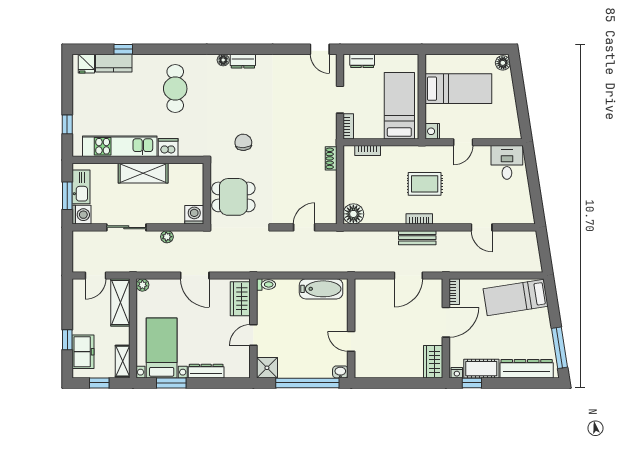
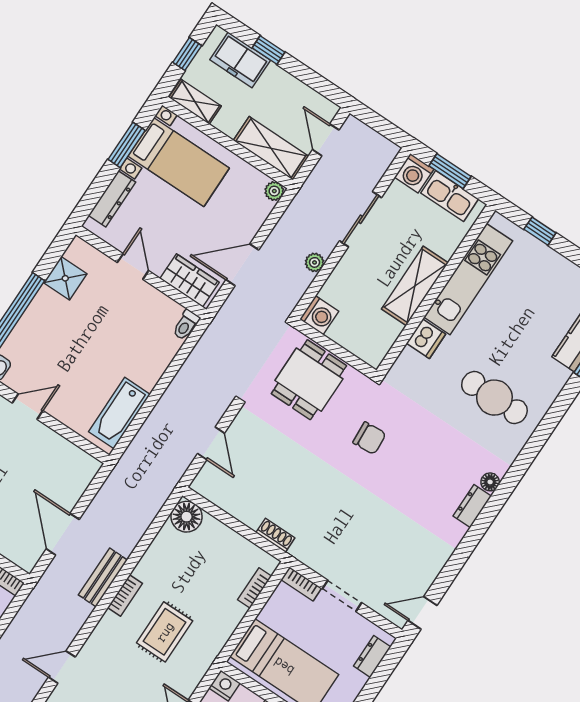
toilet: (266, 284) -> (186, 325), moved
wardrobe: (240, 299) -> (190, 280), moved
wall: (253, 328) -> (141, 272), moved
door: (253, 335) -> (133, 267), moved

